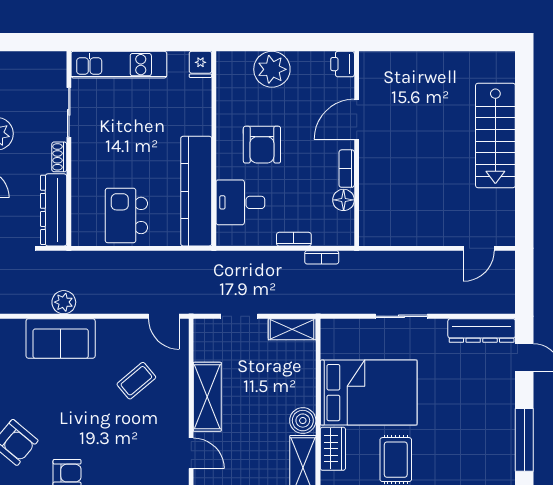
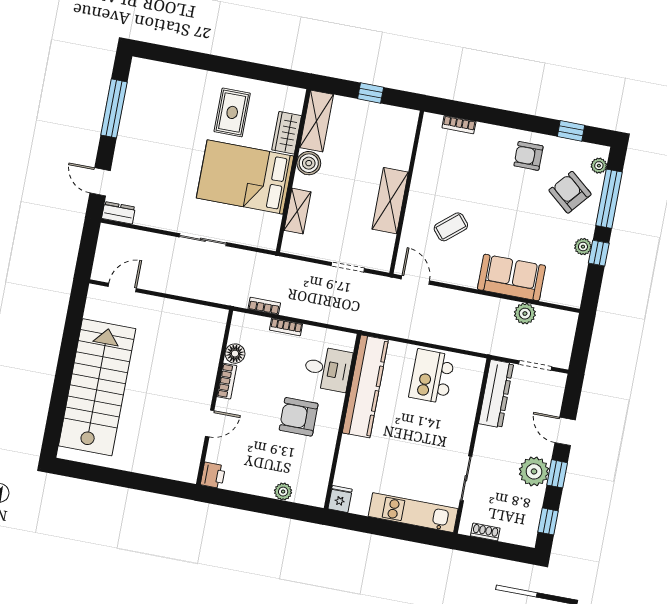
plant: (272, 69) -> (283, 492), width x0.53, depth x0.53
door: (357, 119) -> (210, 423), width x0.73
stairs: (495, 136) -> (97, 387), width x1.36, depth x1.51
armchair: (262, 145) -> (299, 417), turned -90
shoe rack: (59, 157) -> (485, 532), moved, turned -90
kitchen island: (126, 215) -> (432, 376), turned 180
plant: (64, 302) -> (525, 314), moved
shelving: (292, 329) -> (298, 211), moved, turned 90
dresser: (482, 331) -> (118, 213), width x0.51, depth x0.80
door: (191, 453) -> (414, 153), removed

